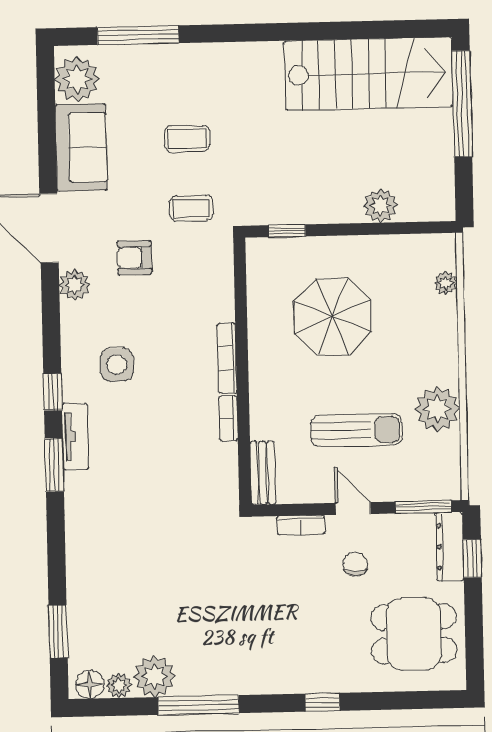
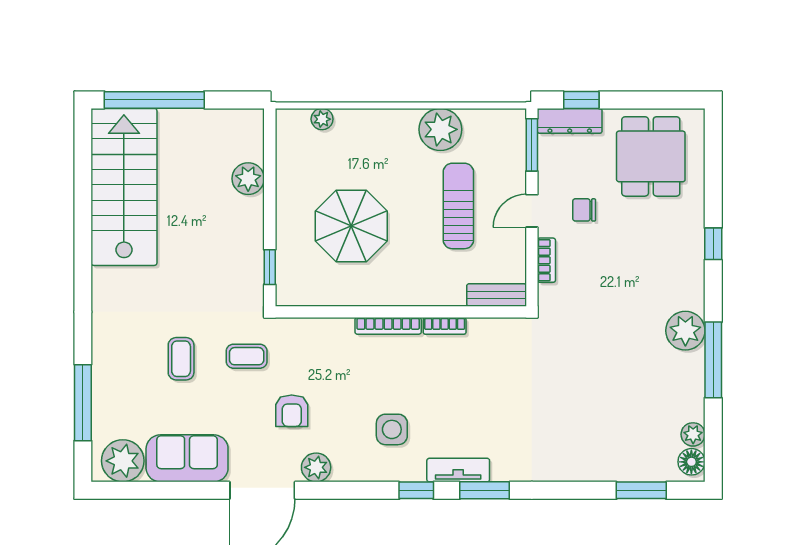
coffee table: (191, 208) -> (247, 356), turned 90
plant: (154, 676) -> (685, 331), moved

